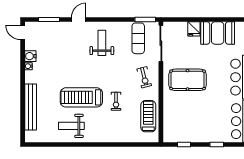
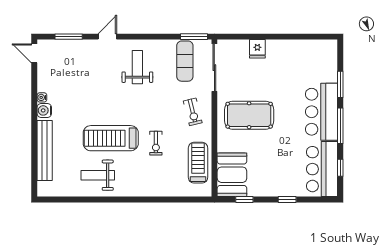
booth: (218, 33) -> (232, 175), moved, turned 90
water cooler: (30, 56) -> (44, 110), moved

